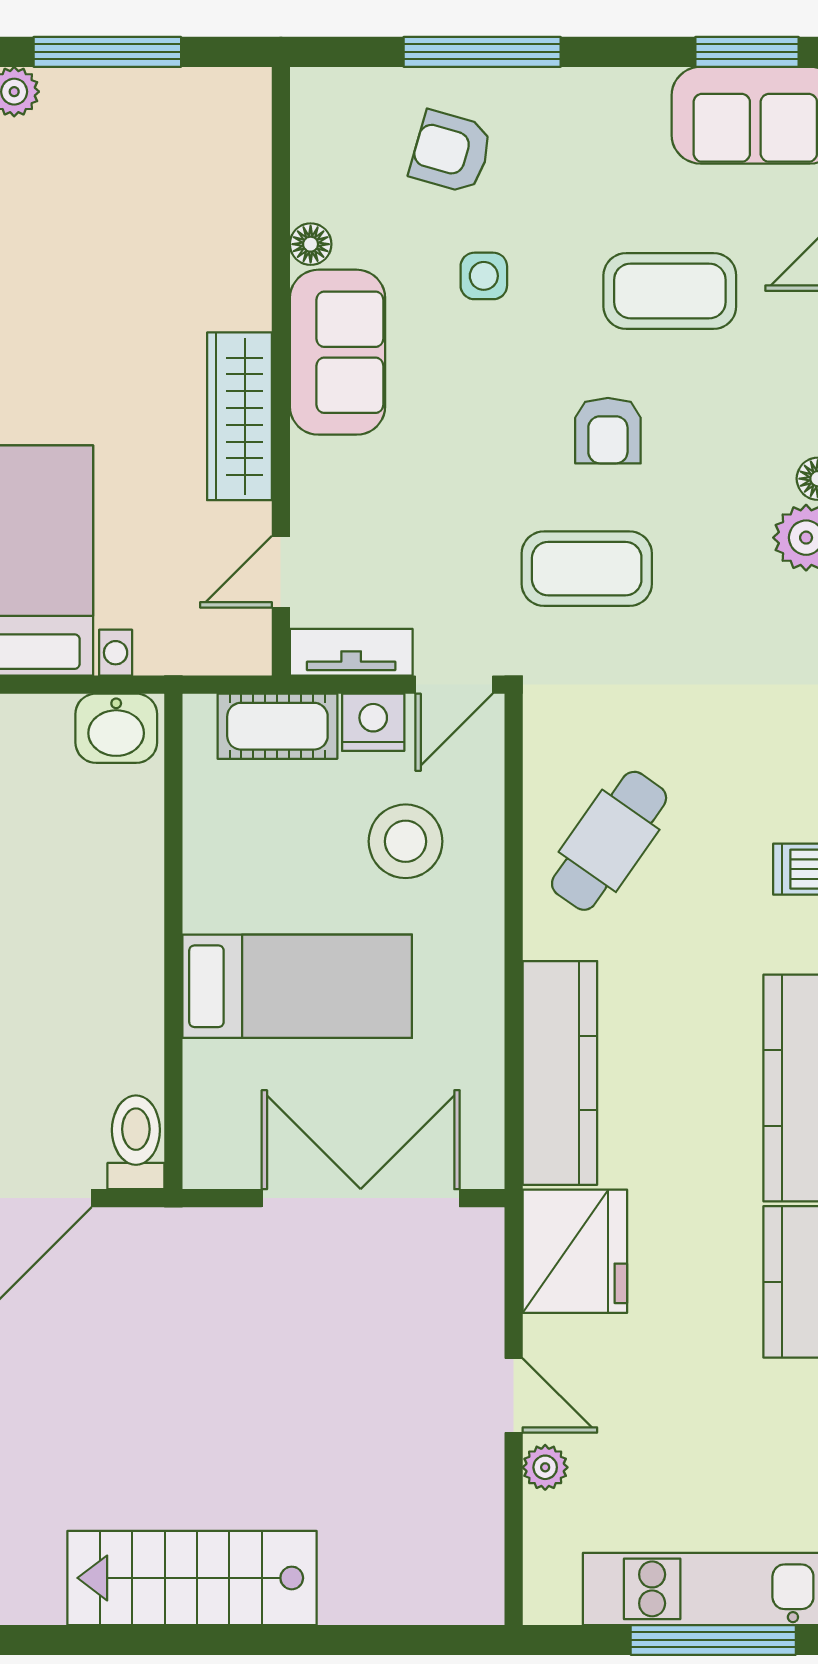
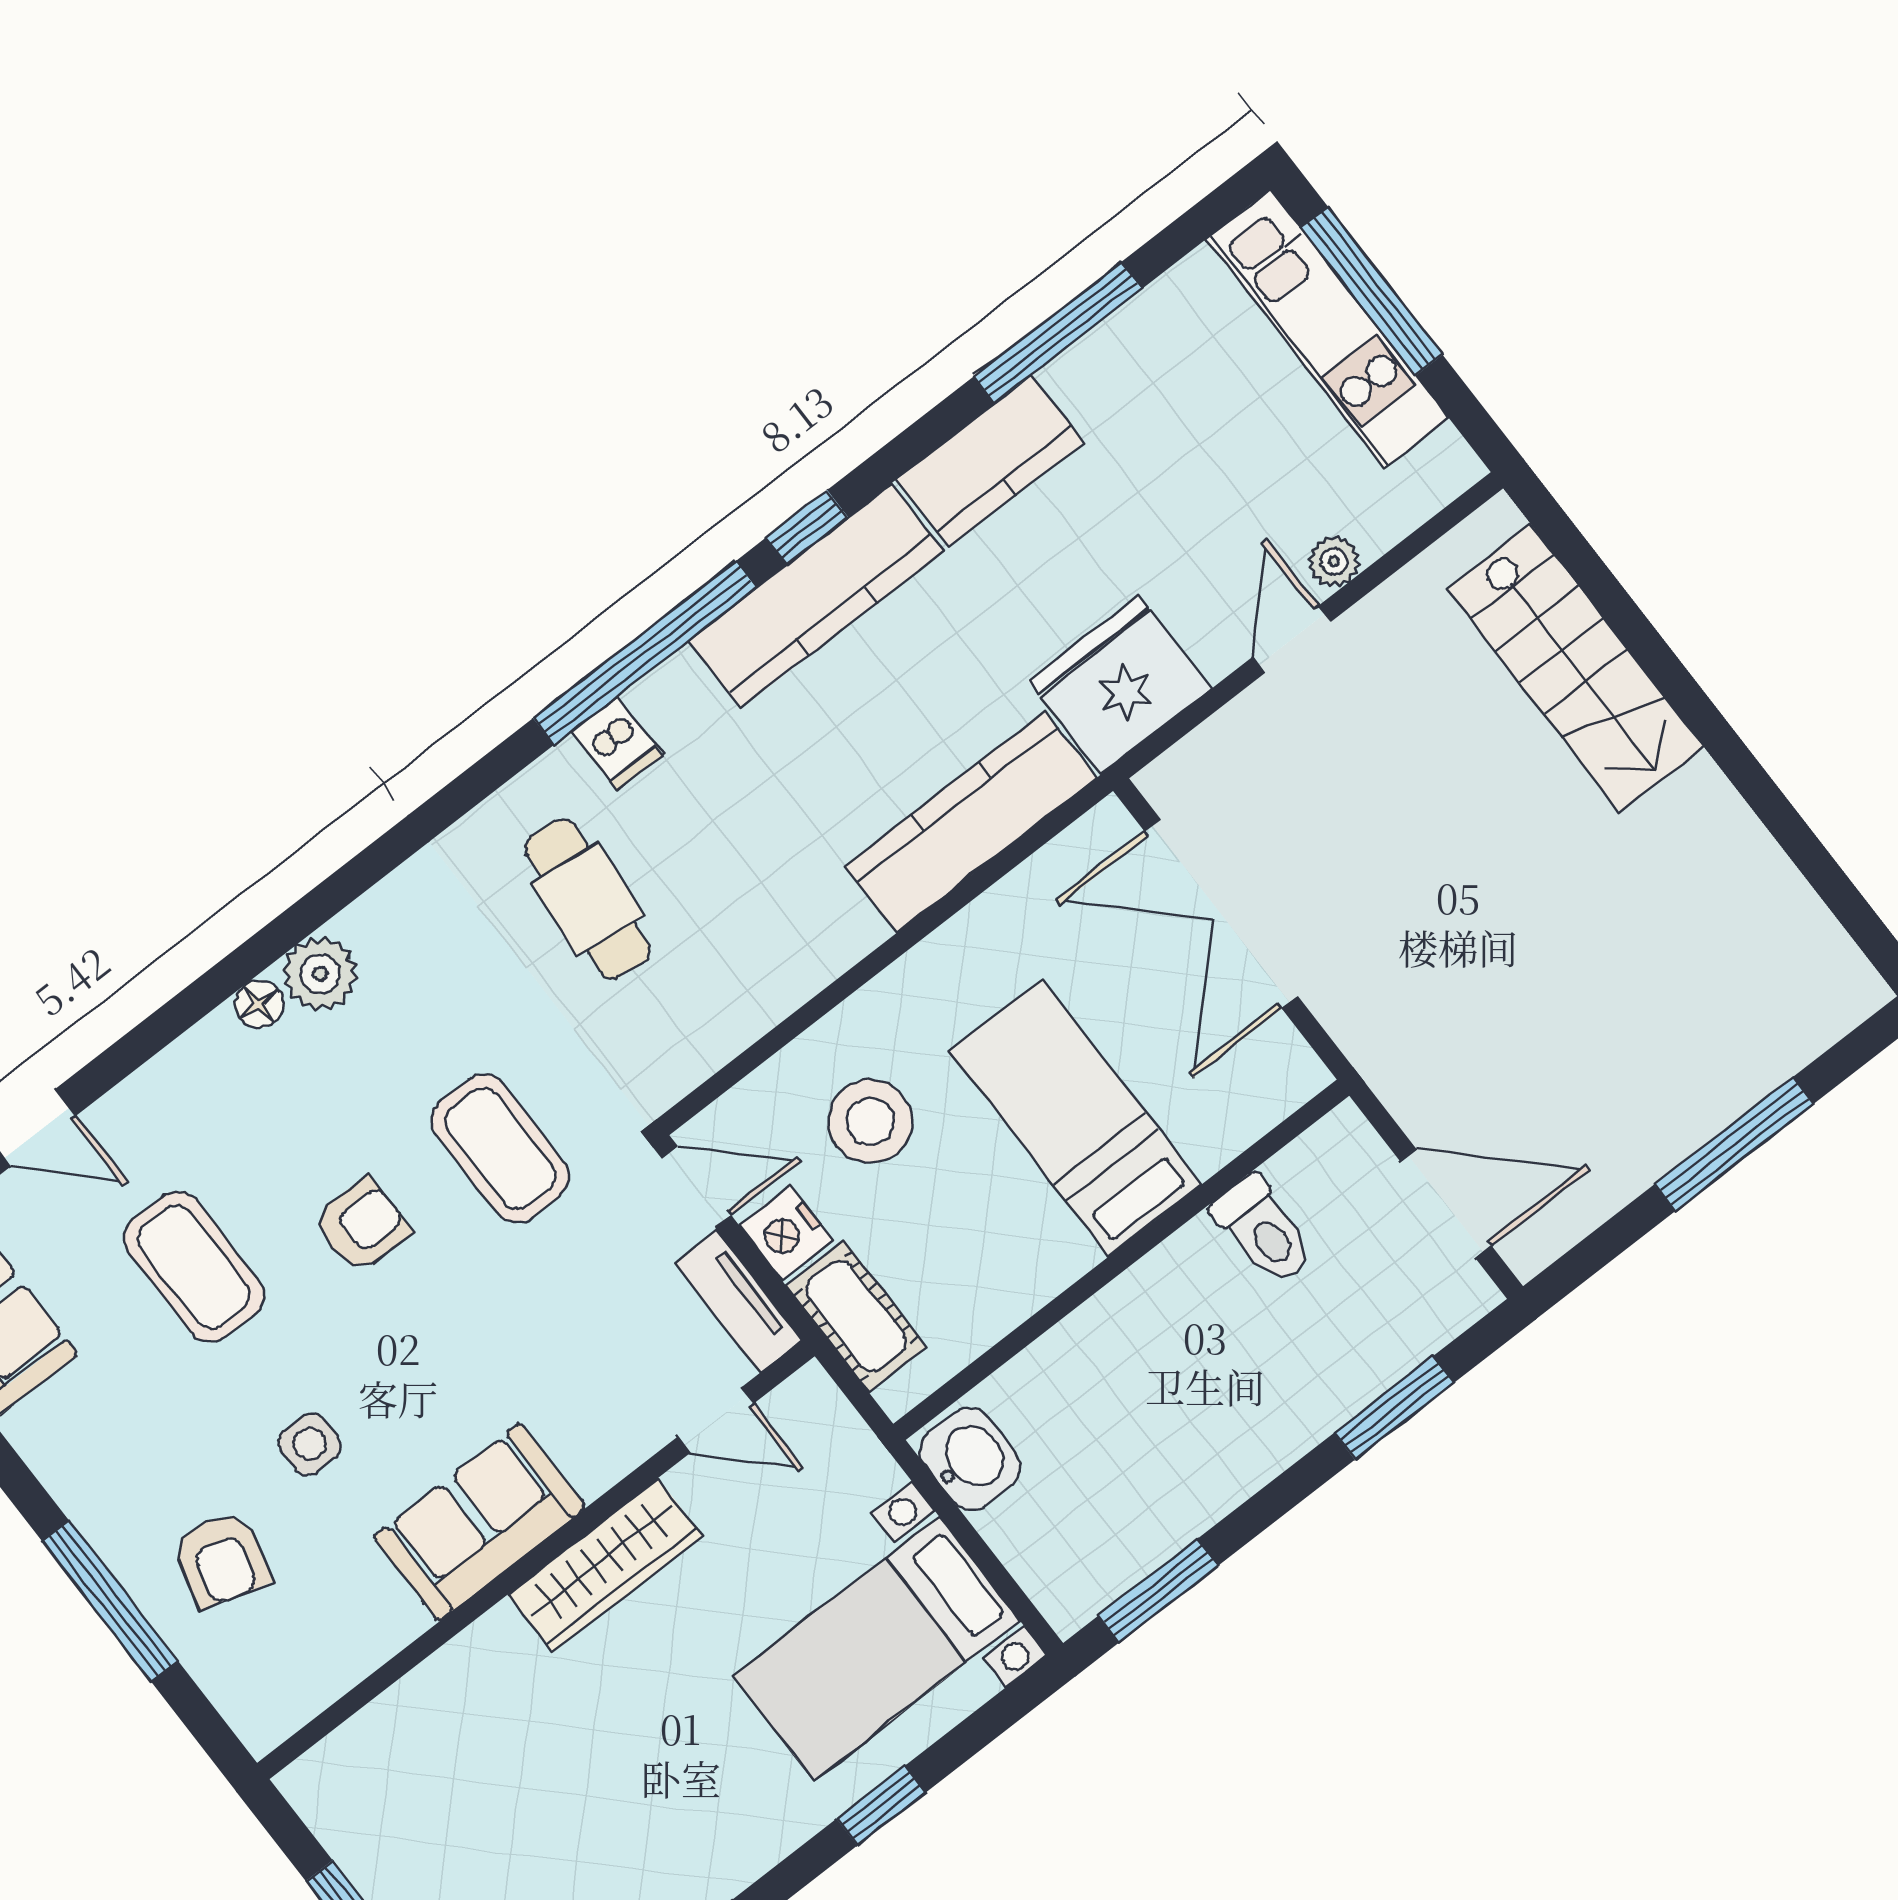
floor lamp: (311, 244) -> (401, 1621), removed
cafe table: (609, 841) -> (587, 899), moved, turned 61
toilet: (136, 1142) -> (1263, 1230), moved, turned -90
stairs: (192, 1578) -> (1575, 668), moved

